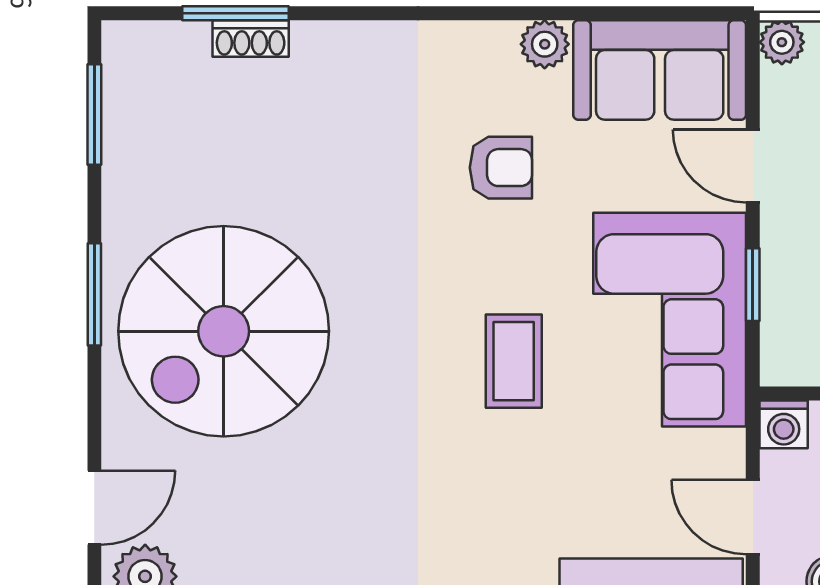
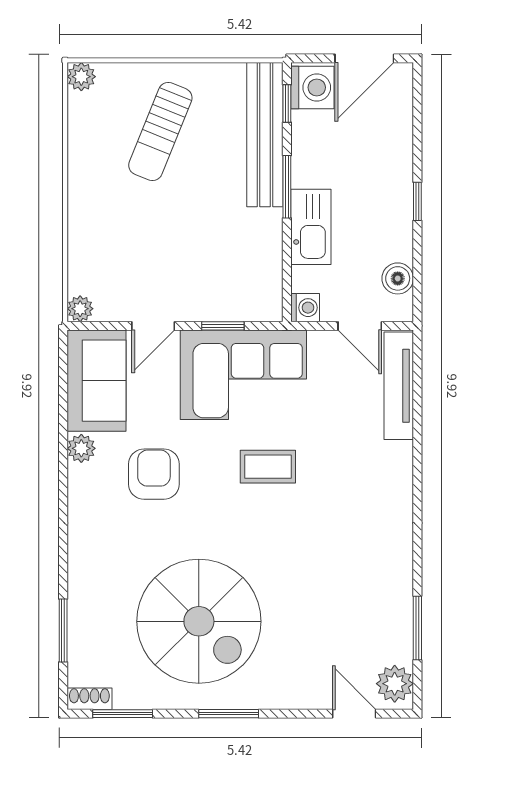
shoe rack: (251, 38) -> (89, 699), moved, turned -90
armchair: (501, 168) -> (154, 474), width x1.38, depth x1.38
spiral stairs: (224, 331) -> (199, 621), moved
door: (753, 517) -> (360, 326), hinge flipped

